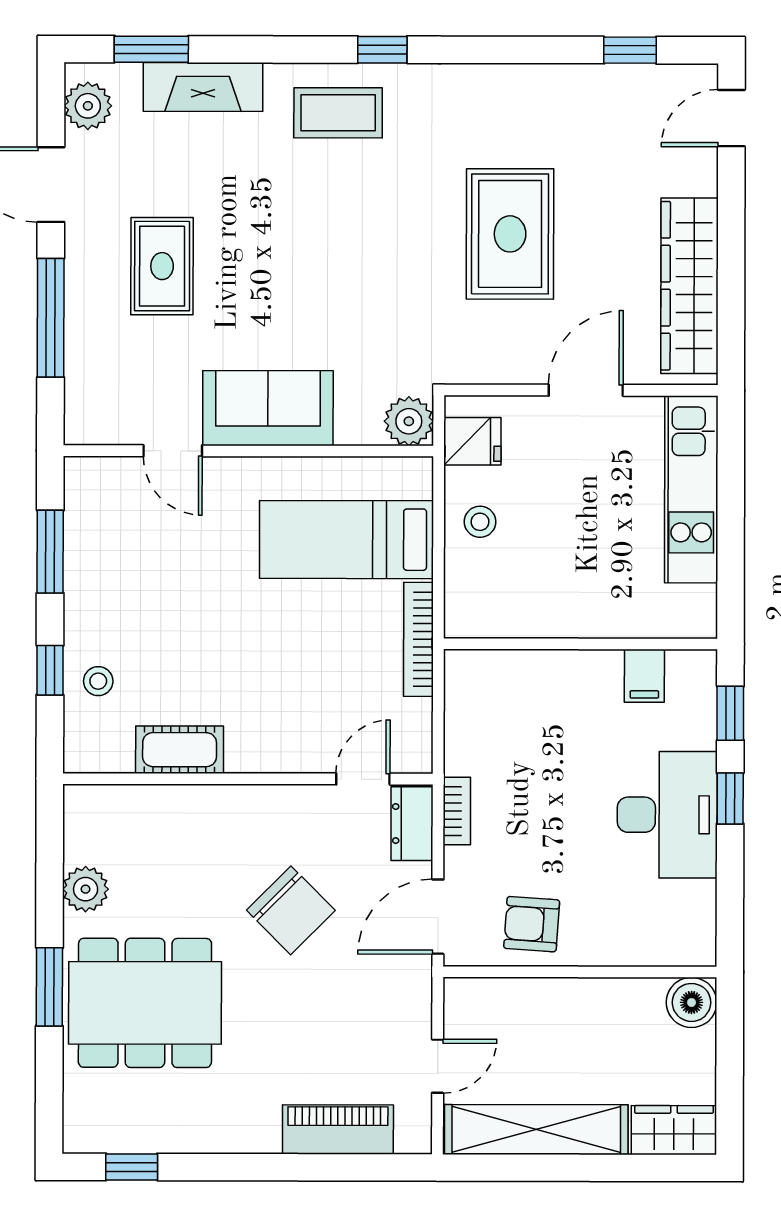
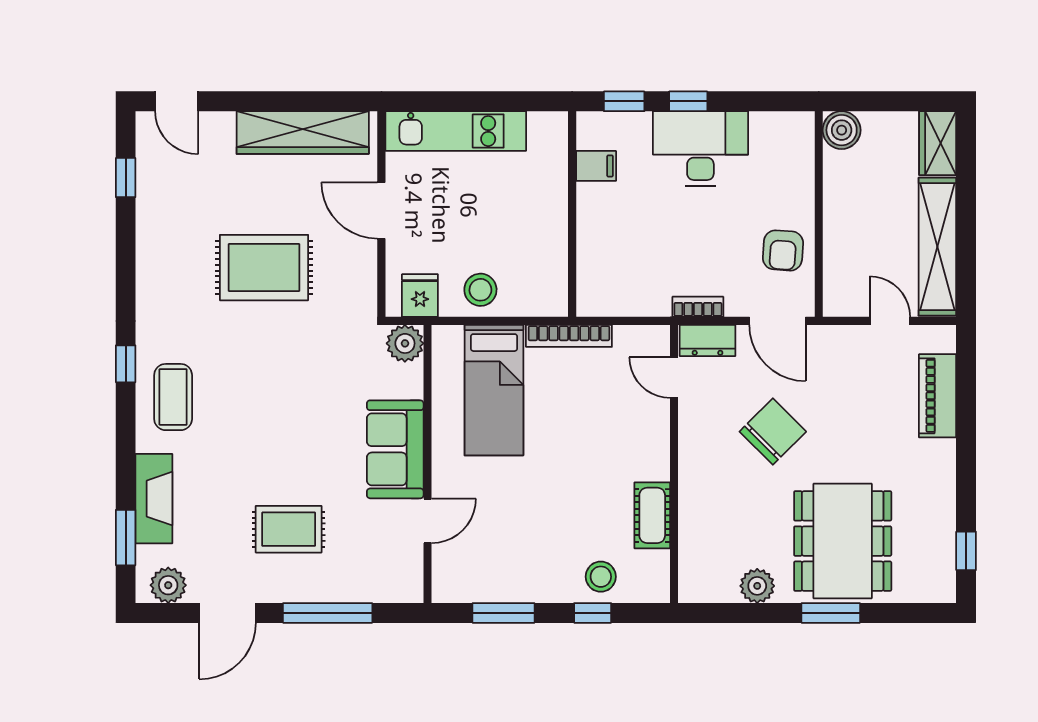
stool: (480, 522) -> (480, 290), width x1.37, depth x1.37
stool: (98, 681) -> (601, 577), width x1.37, depth x1.37

